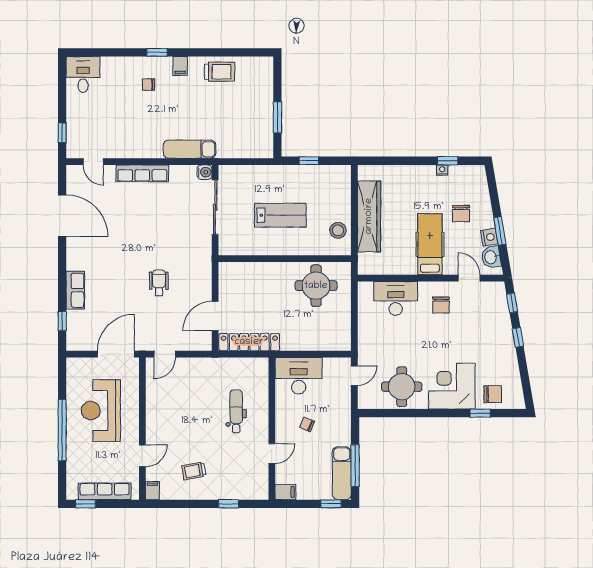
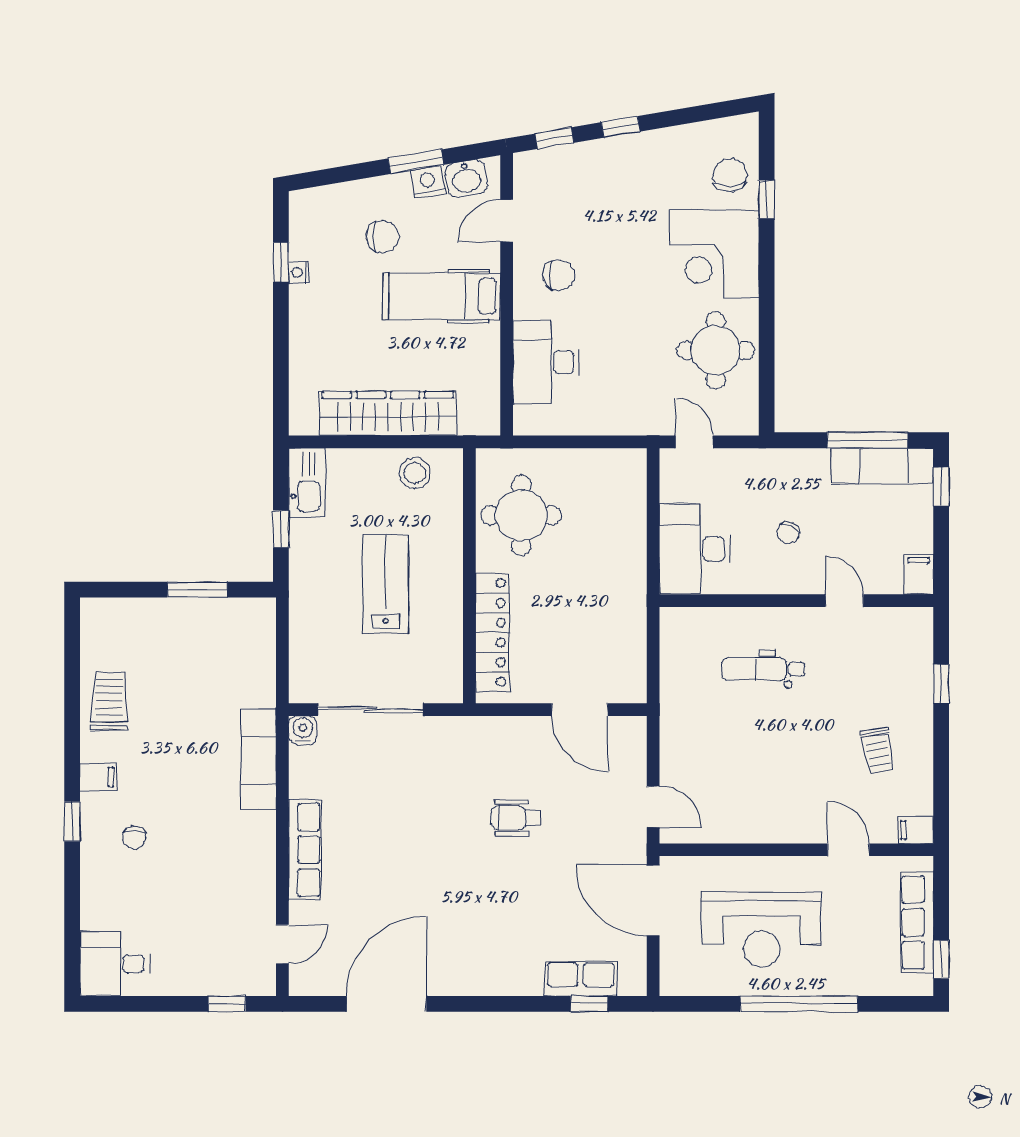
kitchen sink: (333, 174) -> (307, 483), added
row of seats: (75, 290) -> (581, 979), moved
locker: (249, 342) -> (492, 632), moved, turned 180

